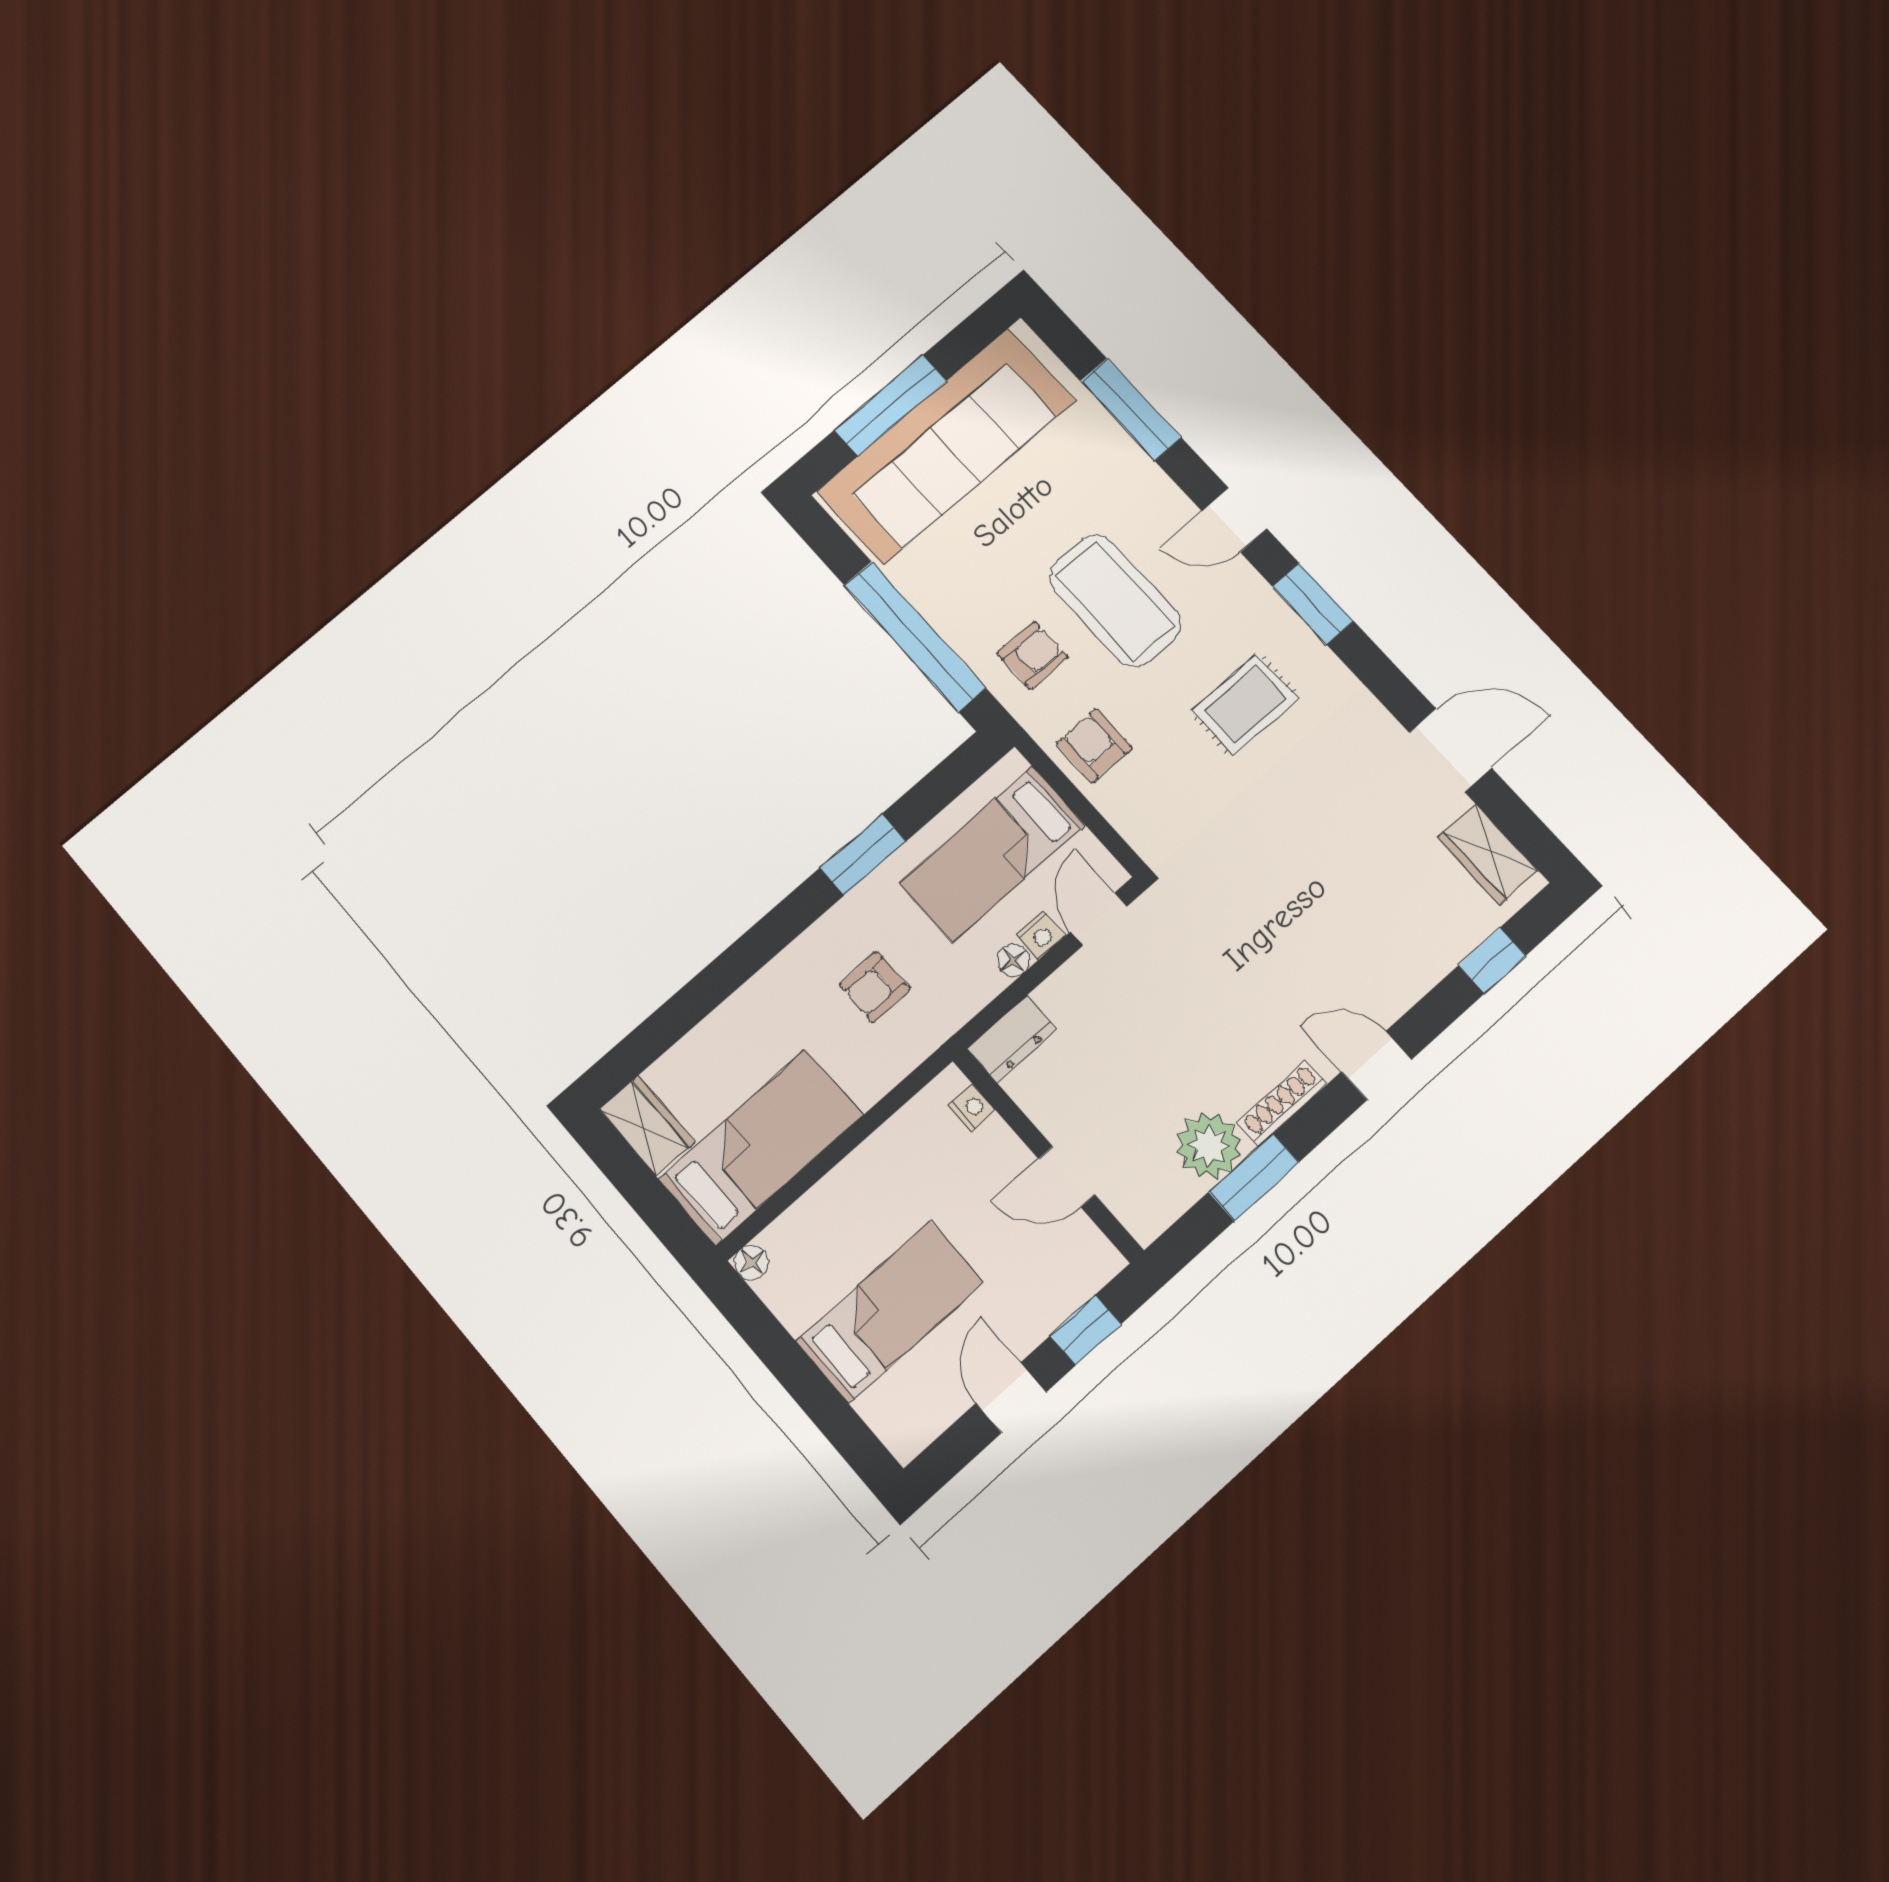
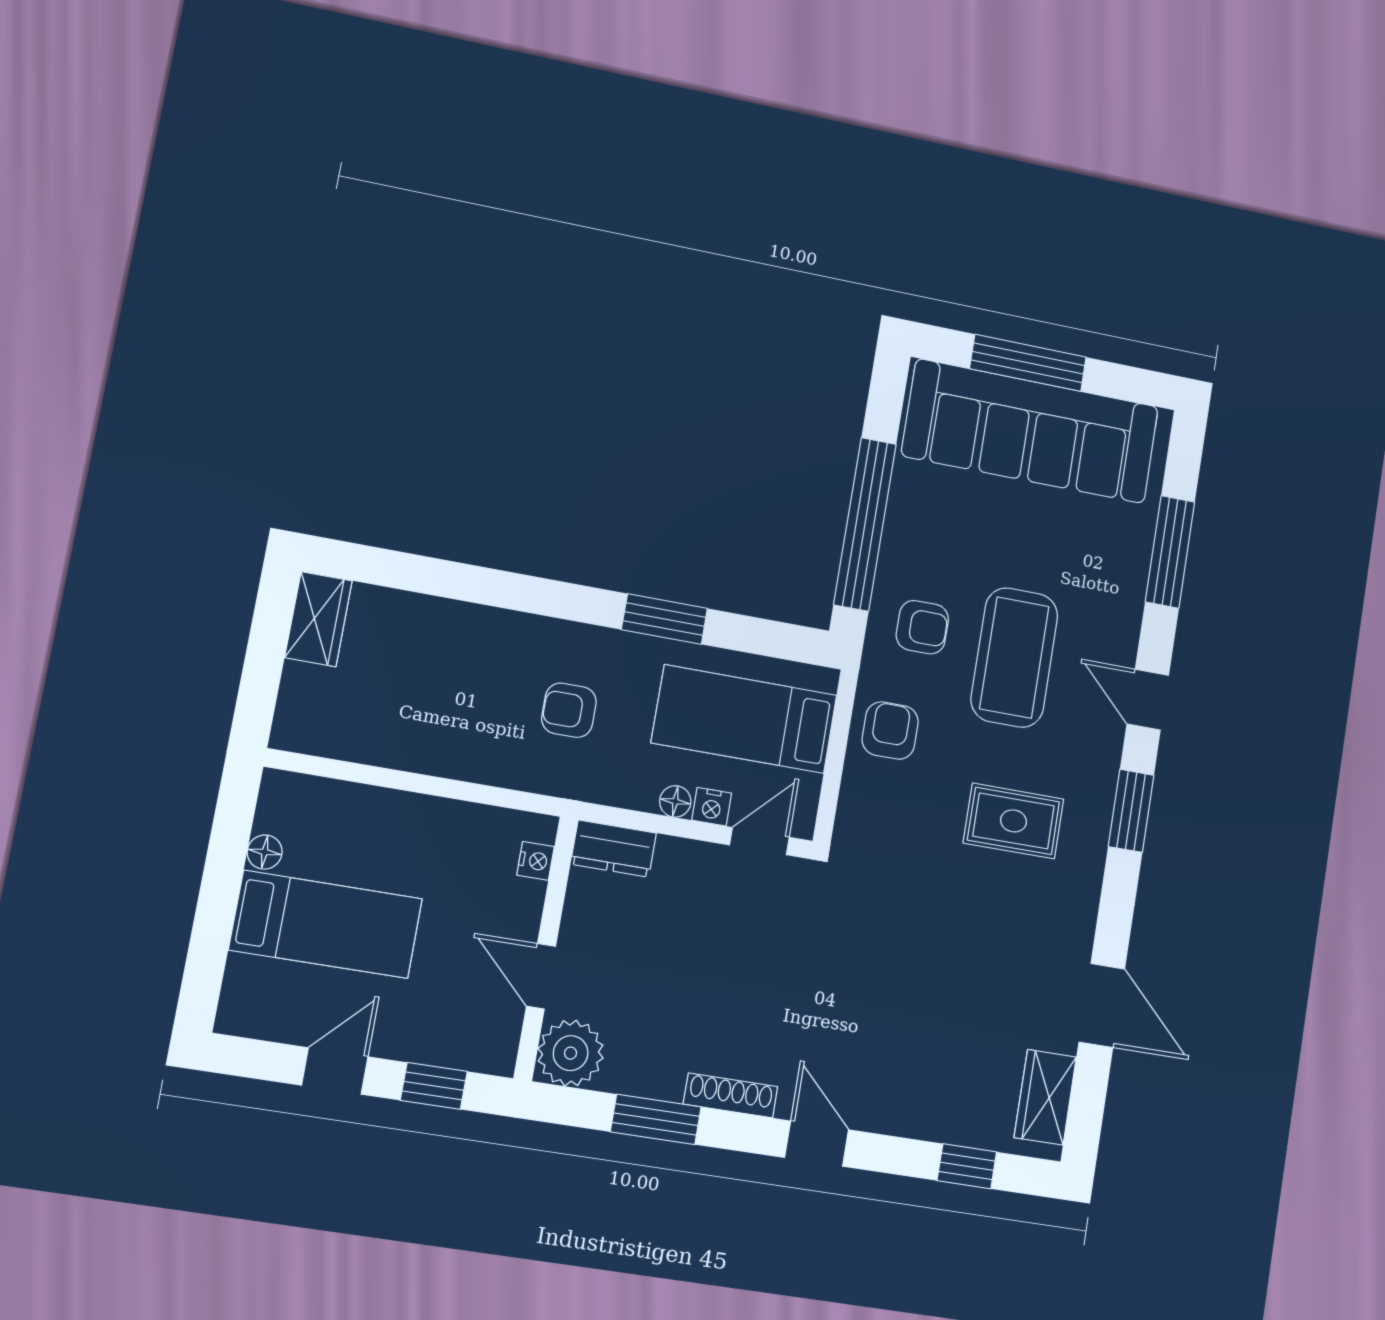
plant: (1209, 1146) -> (571, 1053), moved
bed: (761, 1147) -> (373, 721), removed
floor lamp: (752, 1262) -> (265, 852), moved

